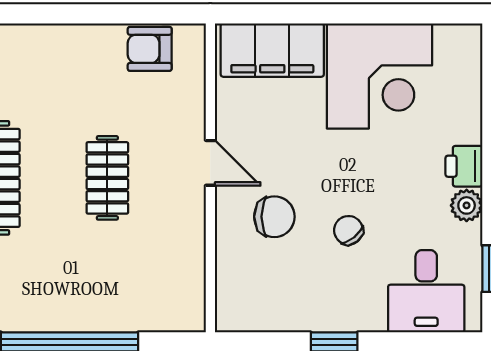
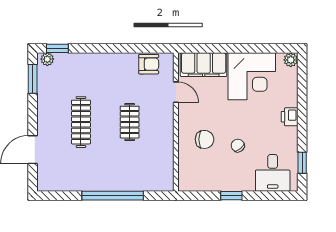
armchair: (150, 49) -> (149, 64), turned 180
door: (210, 163) -> (176, 92), moved
plant: (467, 205) -> (291, 60), moved

